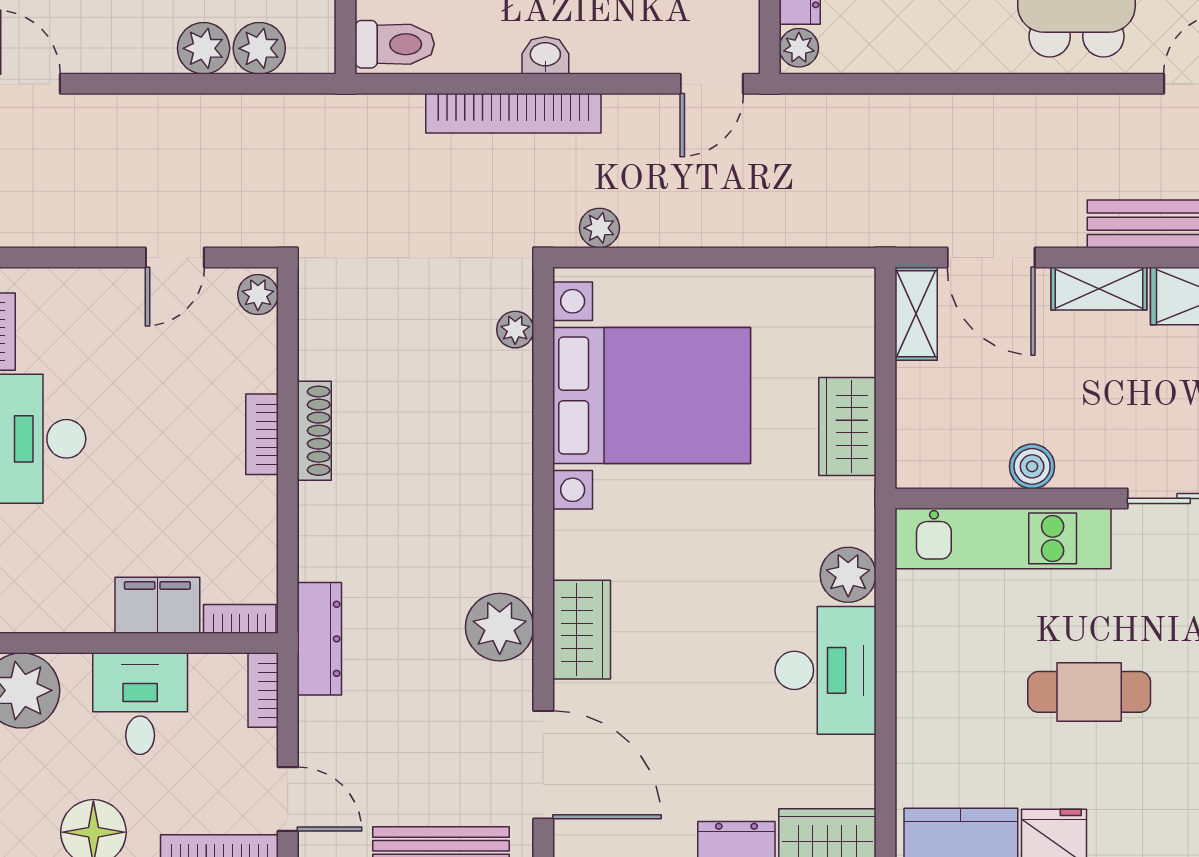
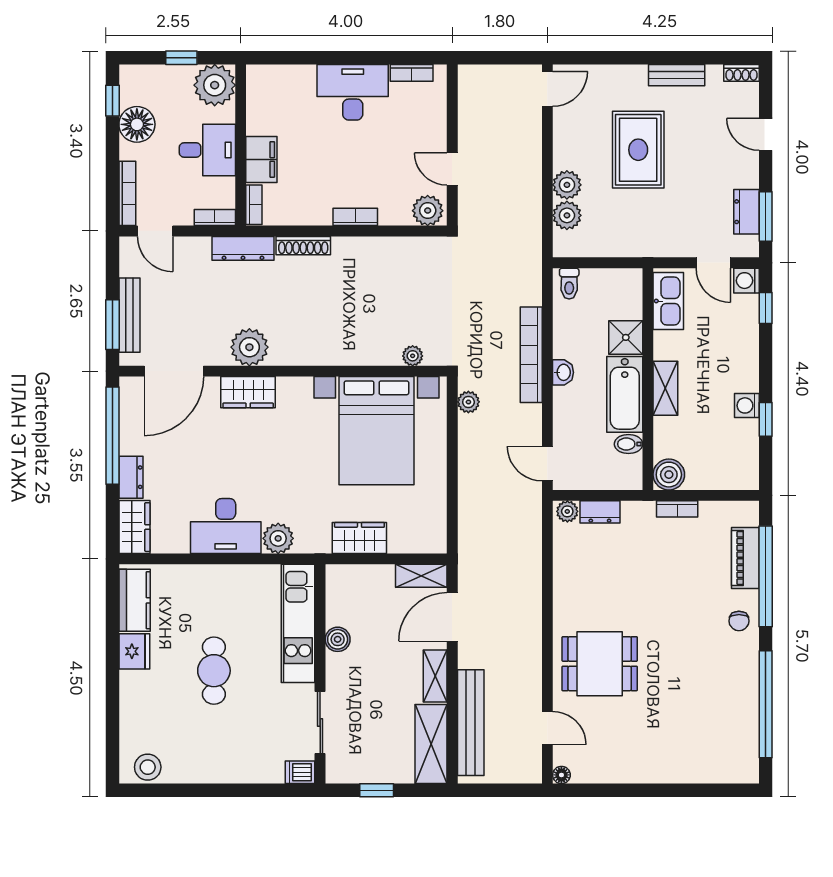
toilet: (395, 44) -> (569, 284), width x0.73, depth x0.72
plant: (258, 295) -> (428, 211), width x1.38, depth x1.38
shoe rack: (314, 431) -> (303, 246), moved
door: (288, 799) -> (155, 231), hinge flipped

